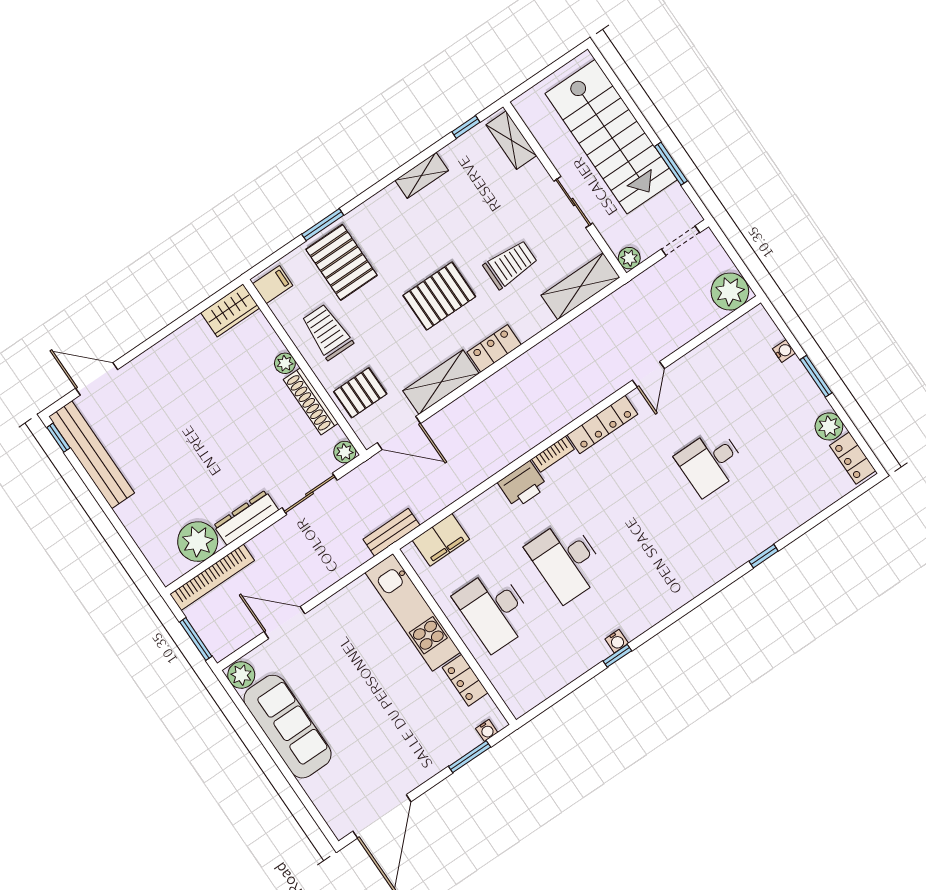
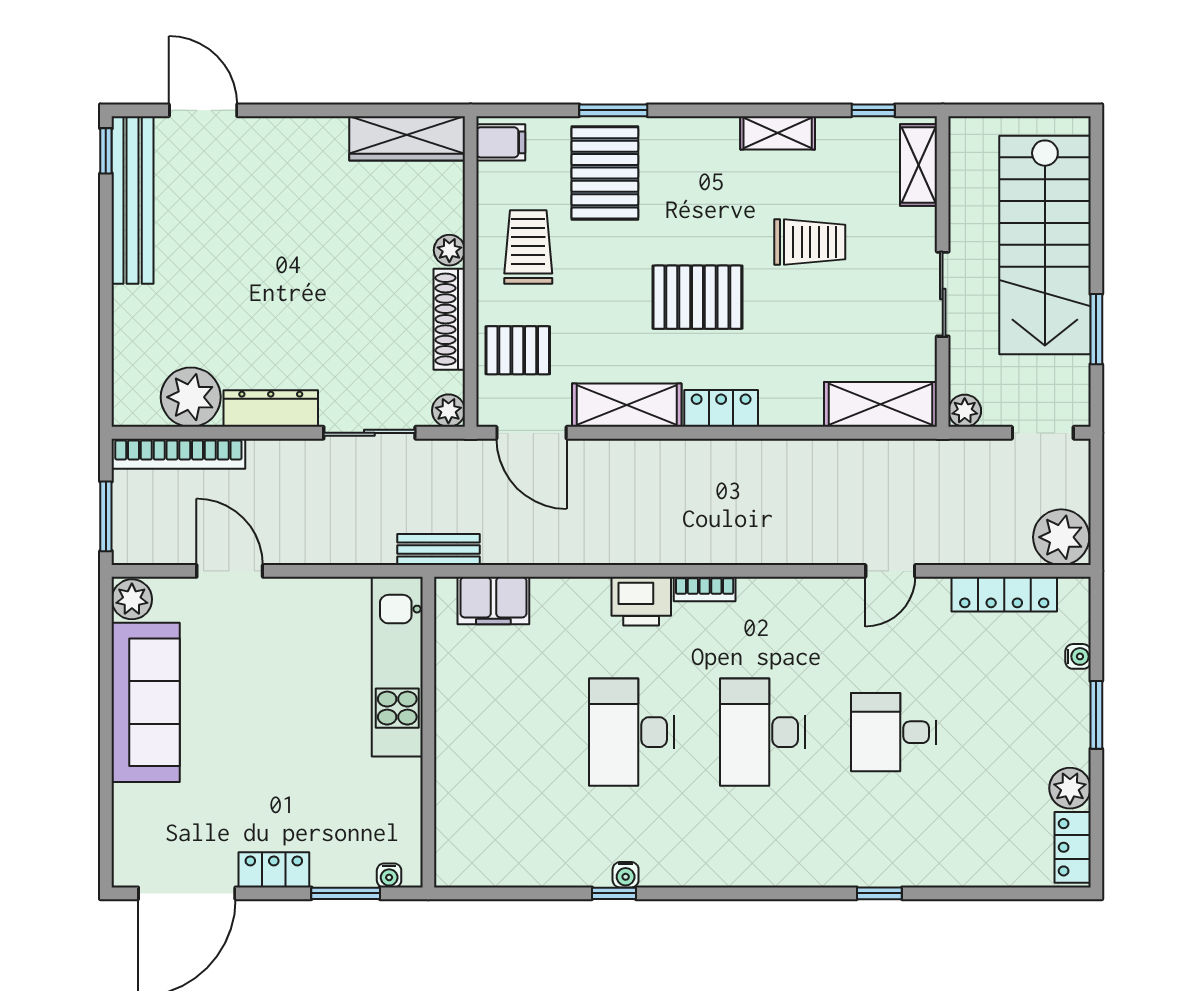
trolley: (510, 264) -> (810, 242), moved
wardrobe: (230, 310) -> (407, 138), width x1.50
locker: (602, 424) -> (1004, 594), moved
desk: (494, 610) -> (762, 732), moved
locker: (465, 680) -> (274, 870), moved, turned 90

